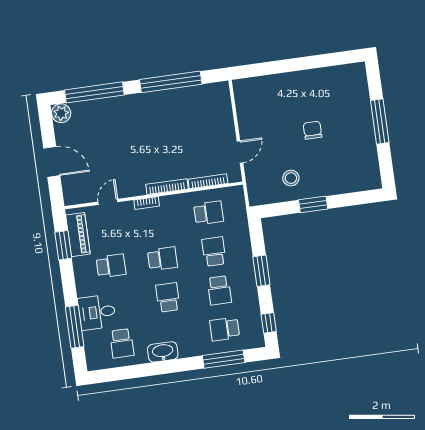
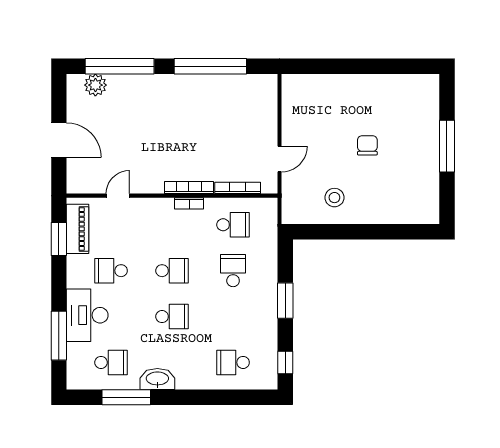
plant: (61, 113) -> (95, 85), moved
bookcase: (147, 203) -> (189, 203), moved
window: (313, 204) -> (356, 232), removed
school desk: (111, 266) -> (111, 271), turned 180
school desk: (219, 290) -> (233, 317), removed
school desk: (168, 297) -> (172, 317), turned 90
desk: (97, 312) -> (87, 315), width x1.37
school desk: (122, 343) -> (111, 362), turned -90
window: (224, 359) -> (126, 397), moved

